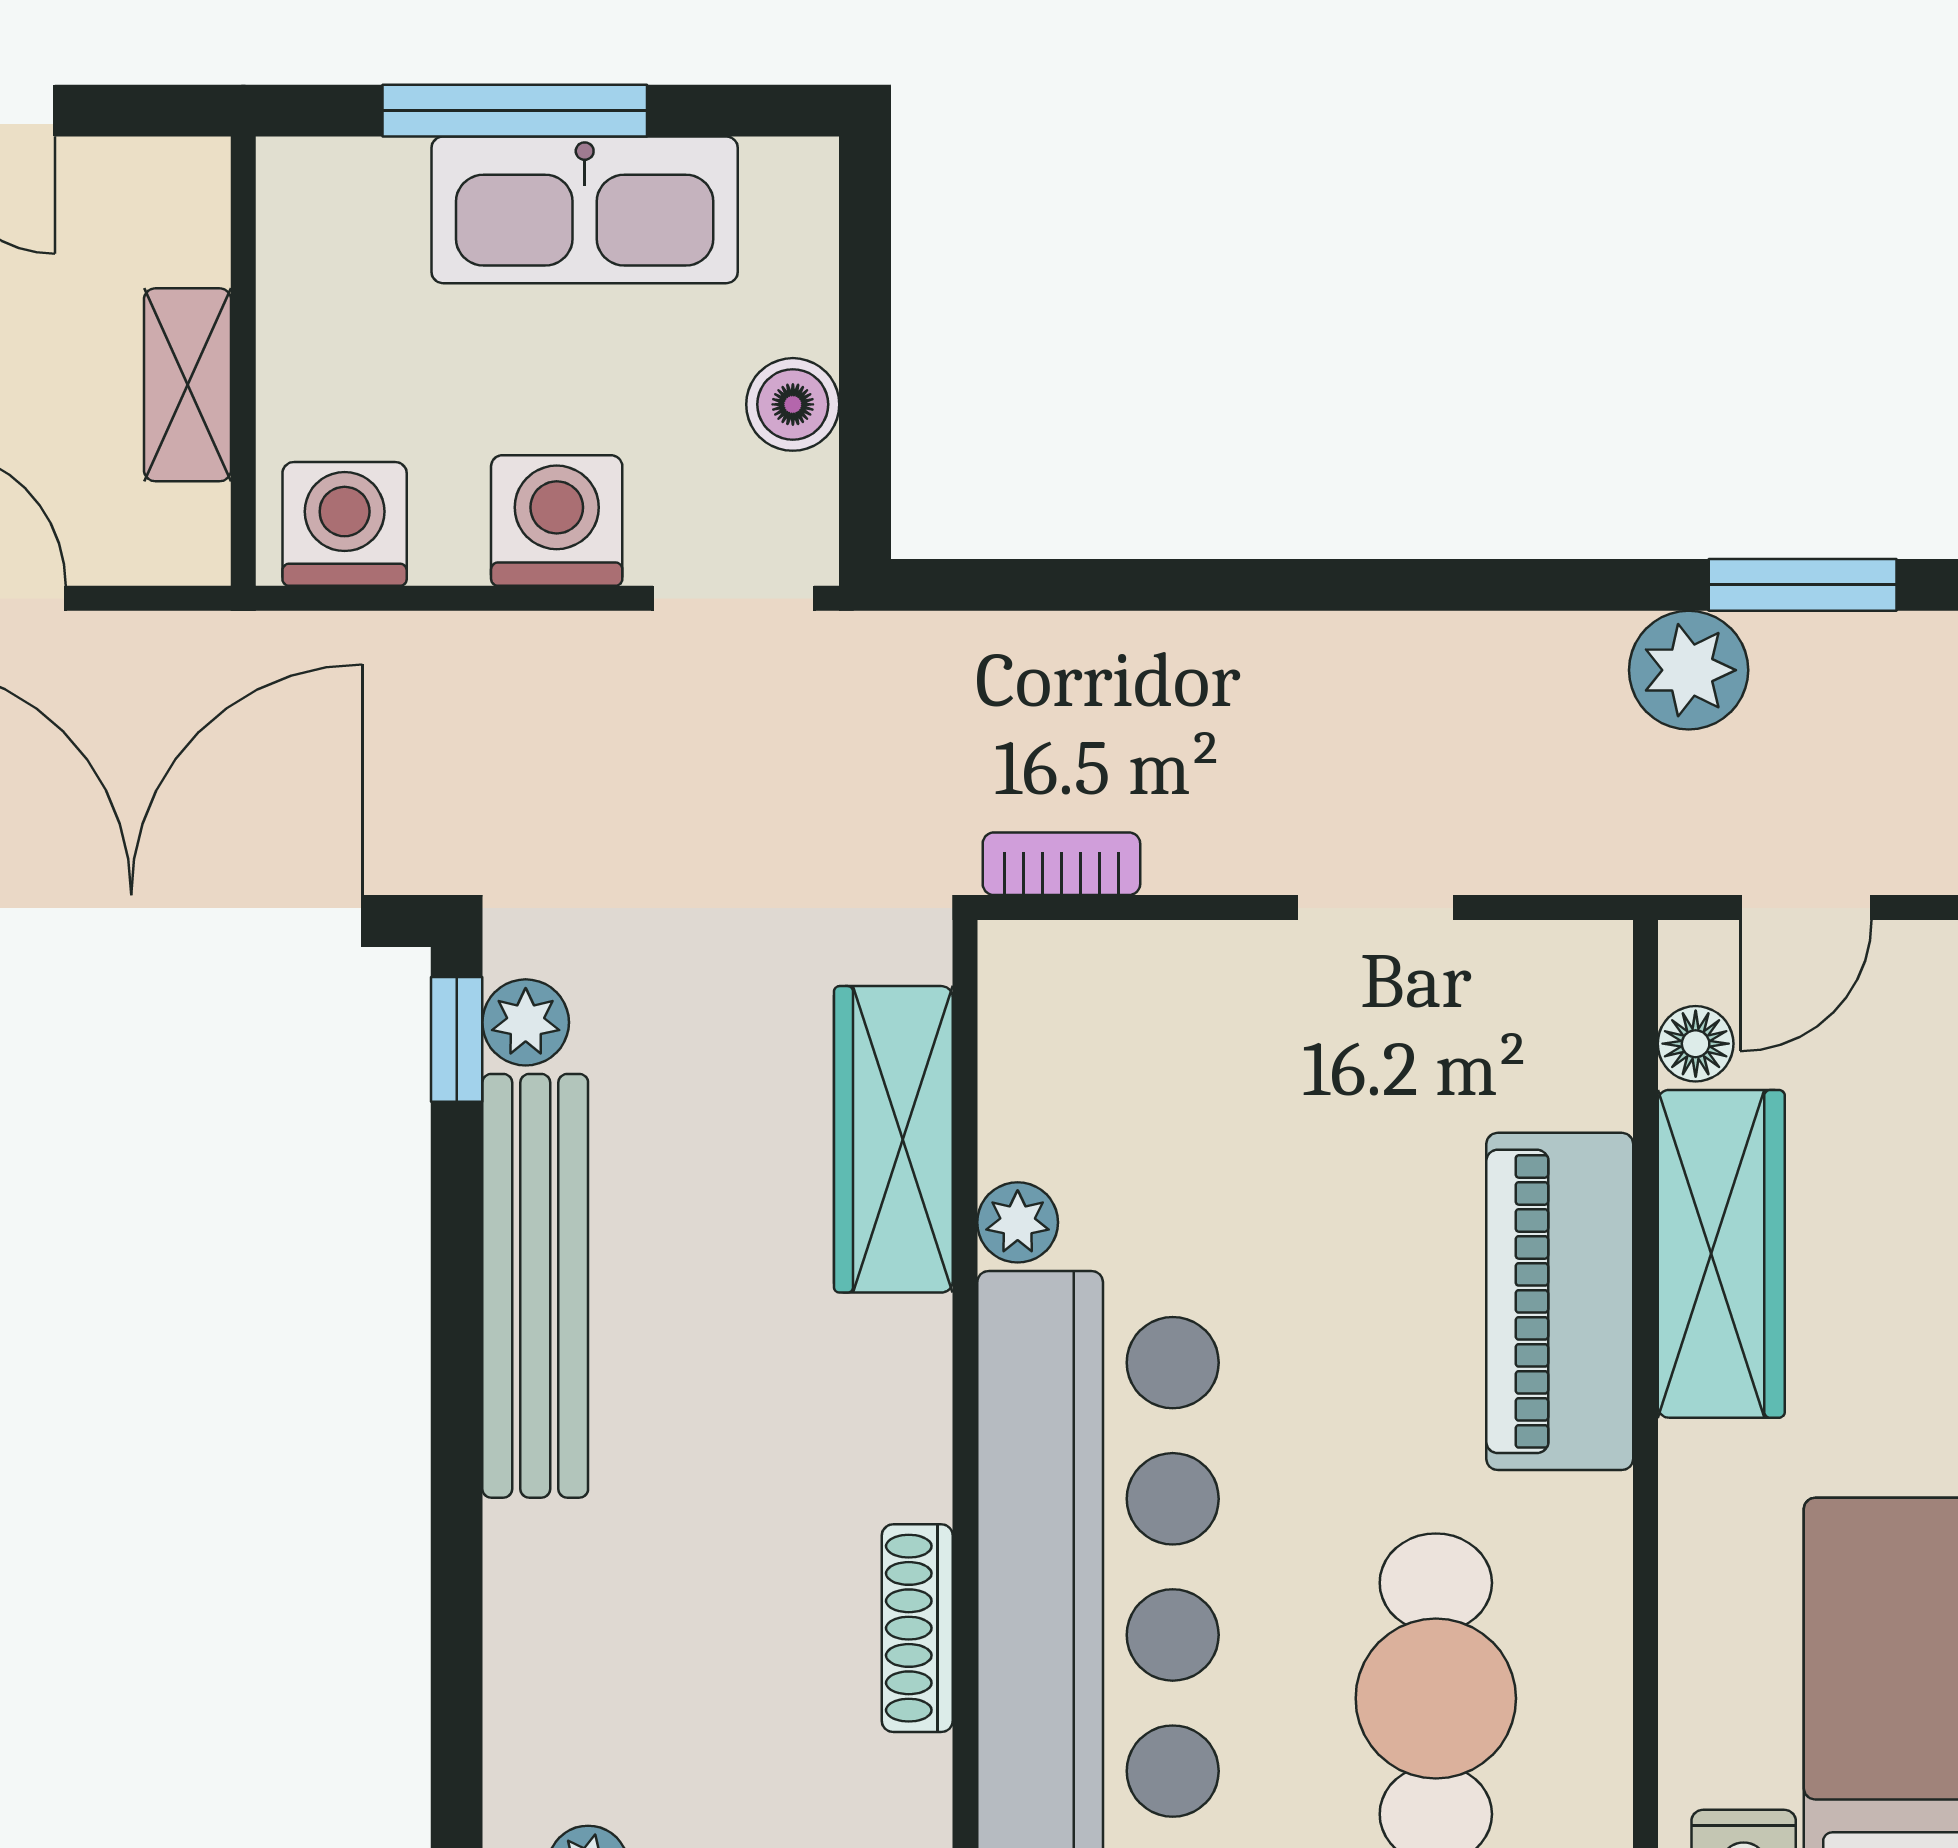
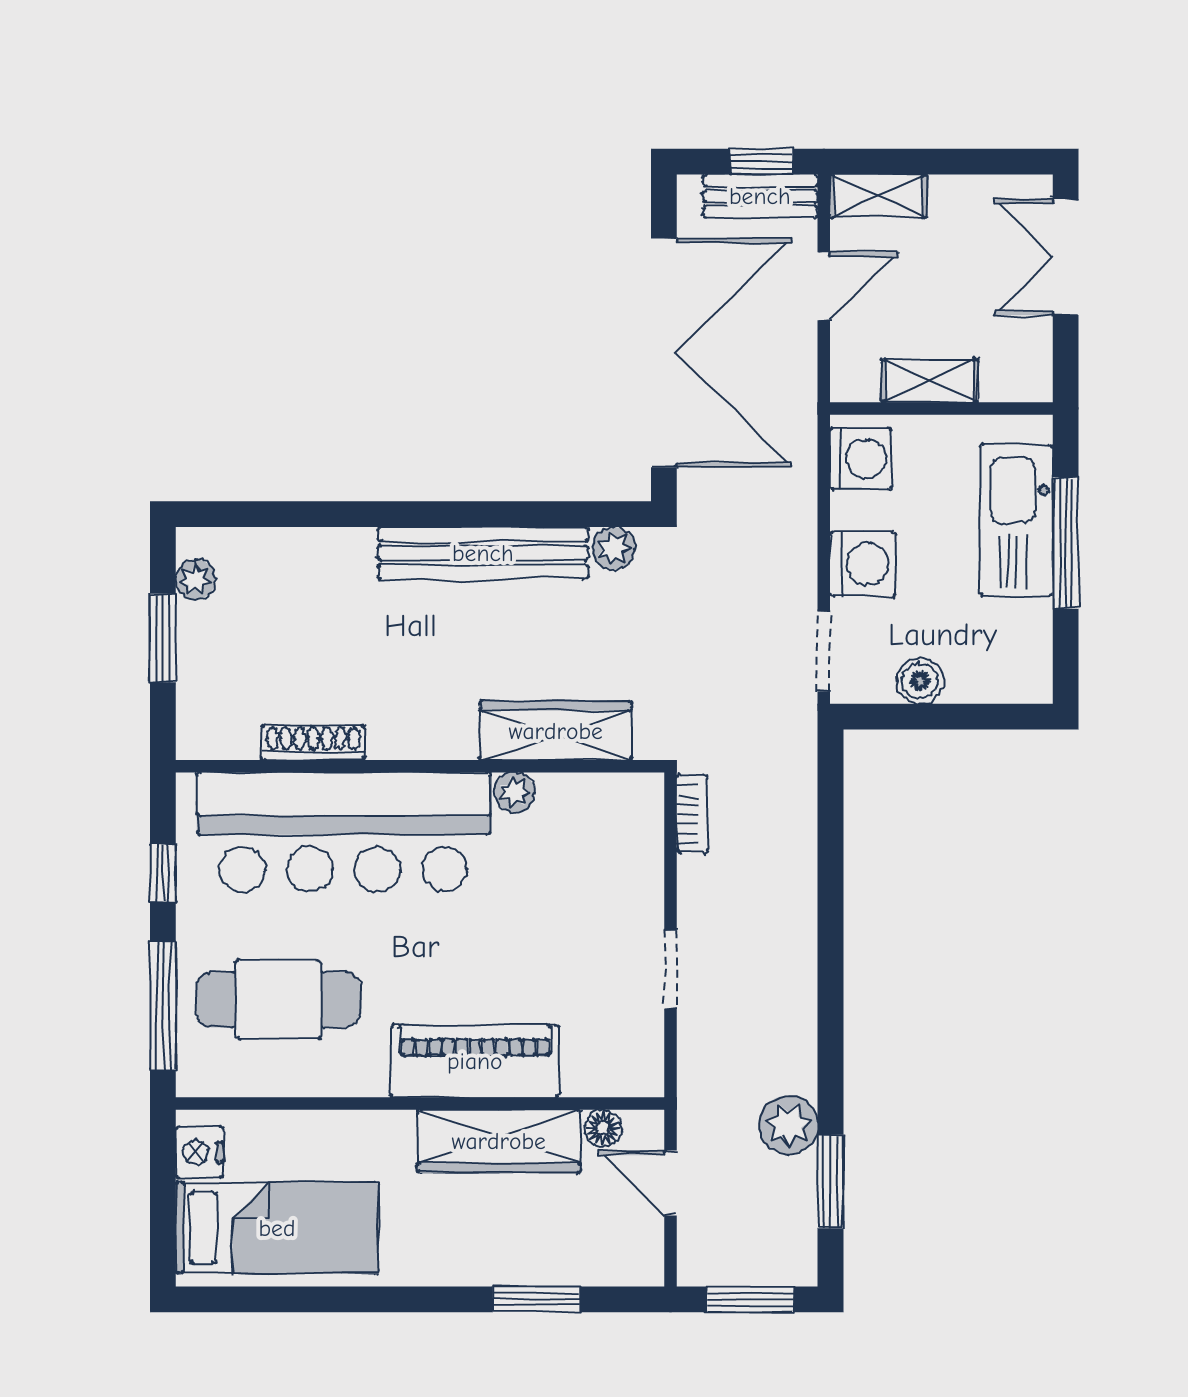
kitchen sink: (585, 210) -> (1016, 520), moved
window: (457, 1039) -> (605, 514), removed

